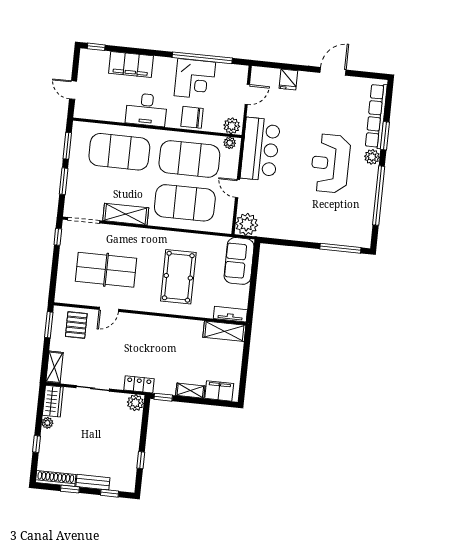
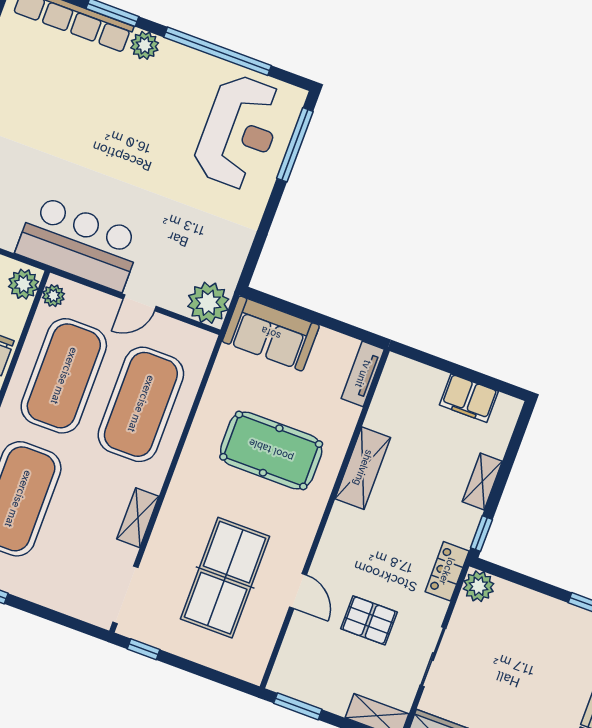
reception desk: (330, 163) -> (239, 132), moved, turned -90
window: (64, 181) -> (46, 613), removed
shelving: (126, 214) -> (138, 518), width x0.67, depth x0.75
pallet: (76, 325) -> (369, 620), moved
shelving: (224, 331) -> (363, 468), moved
filing cabinet: (219, 391) -> (469, 398), moved, turned -90

